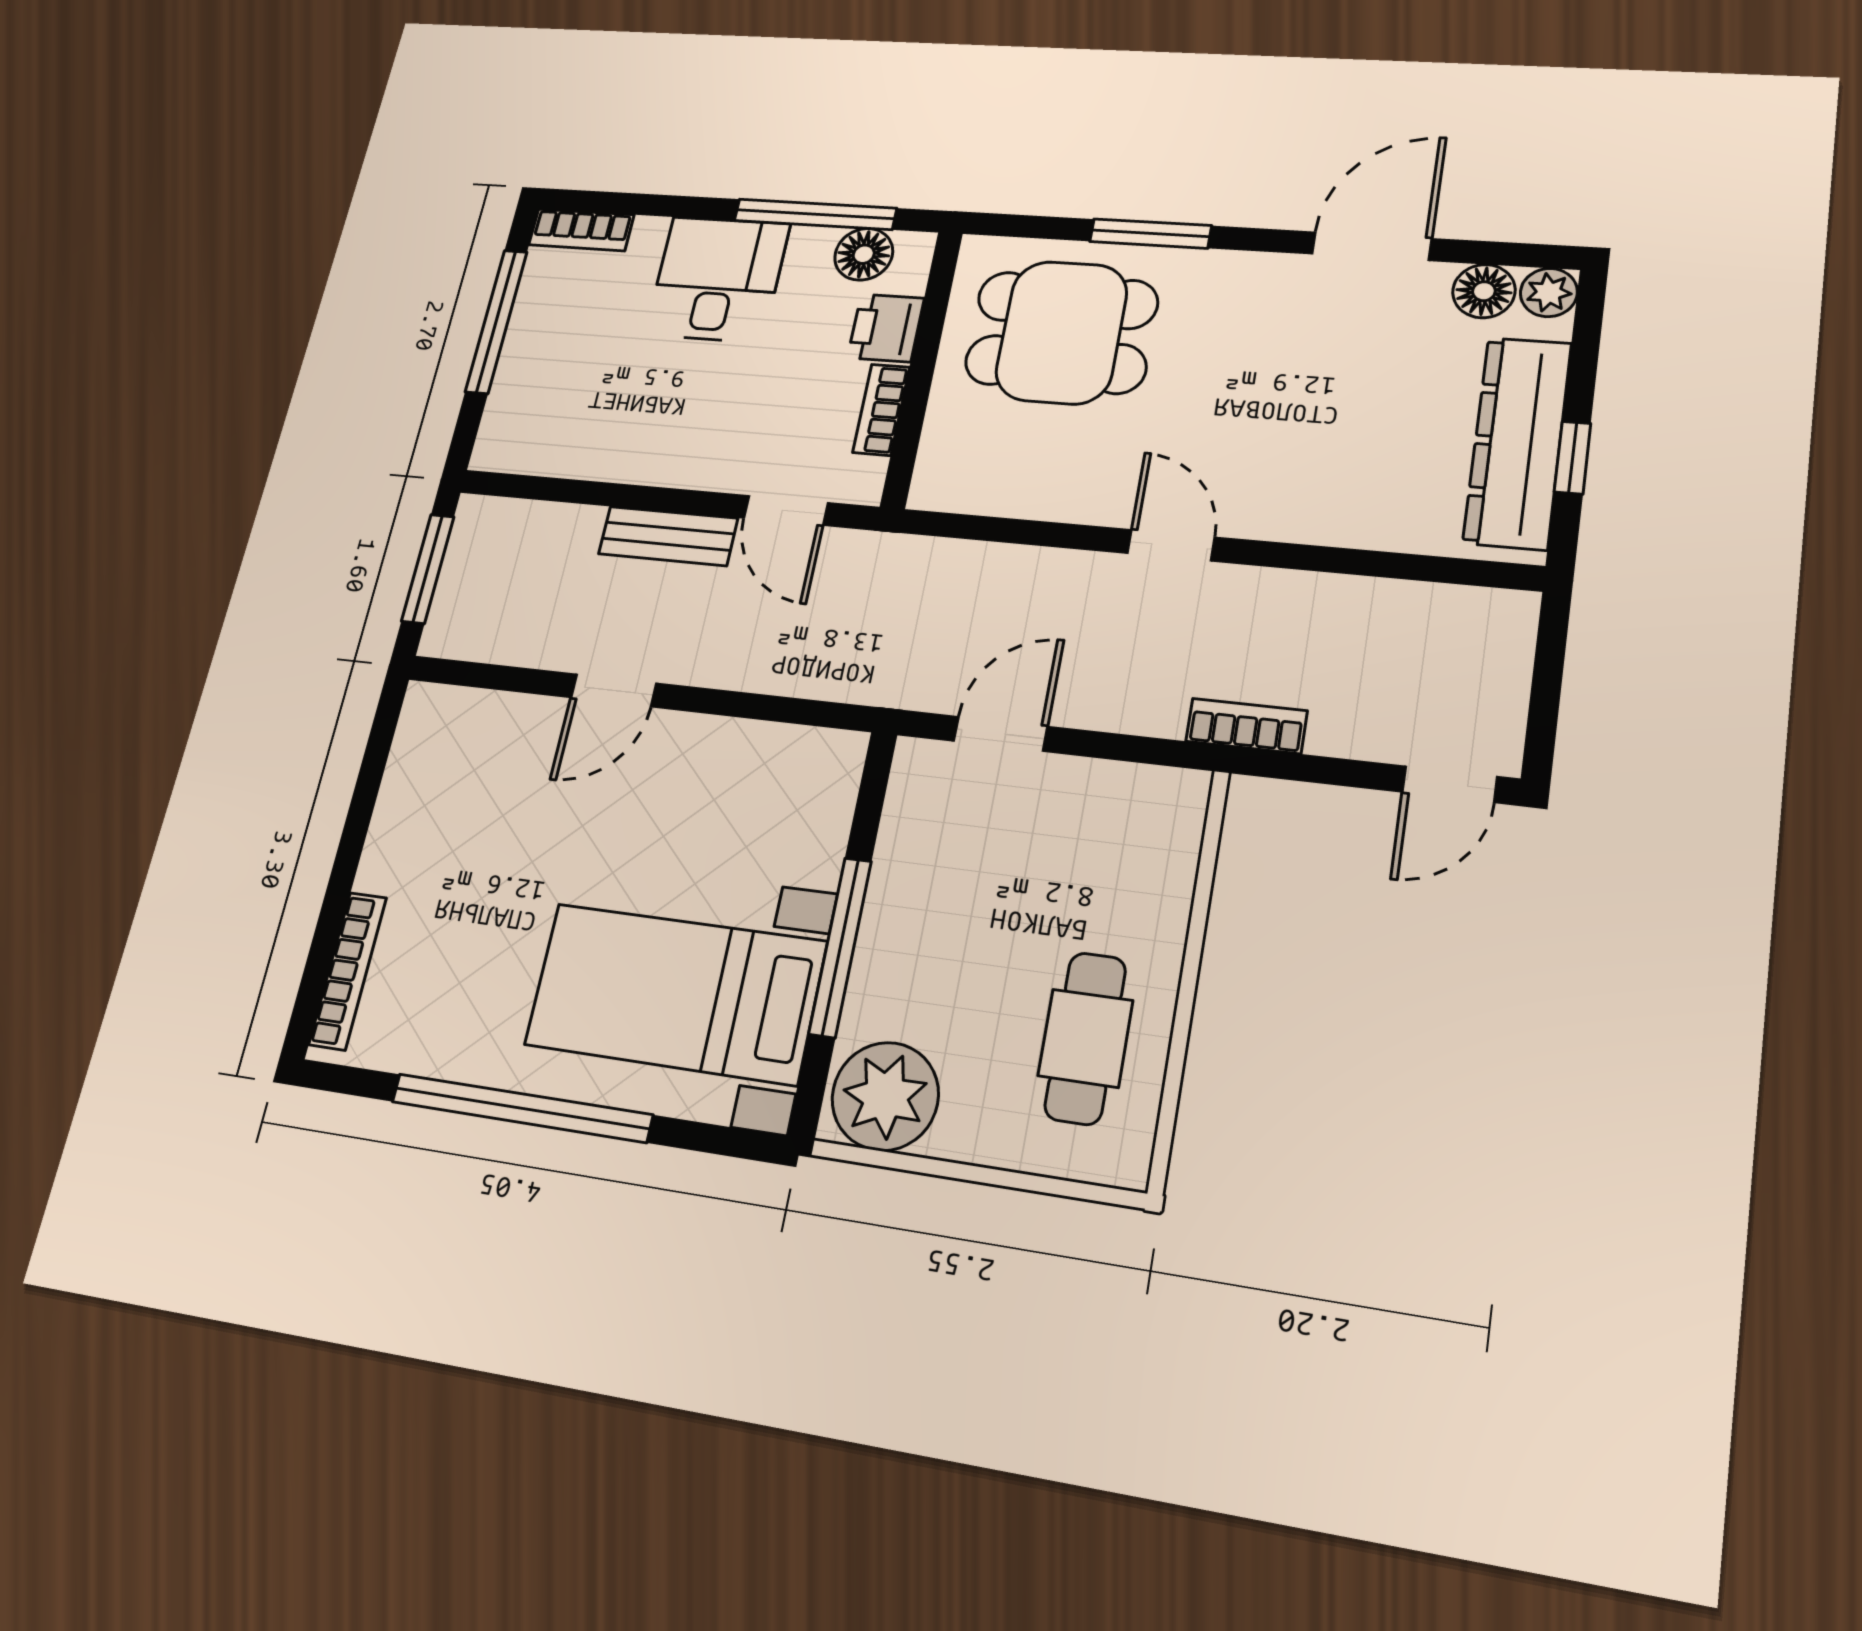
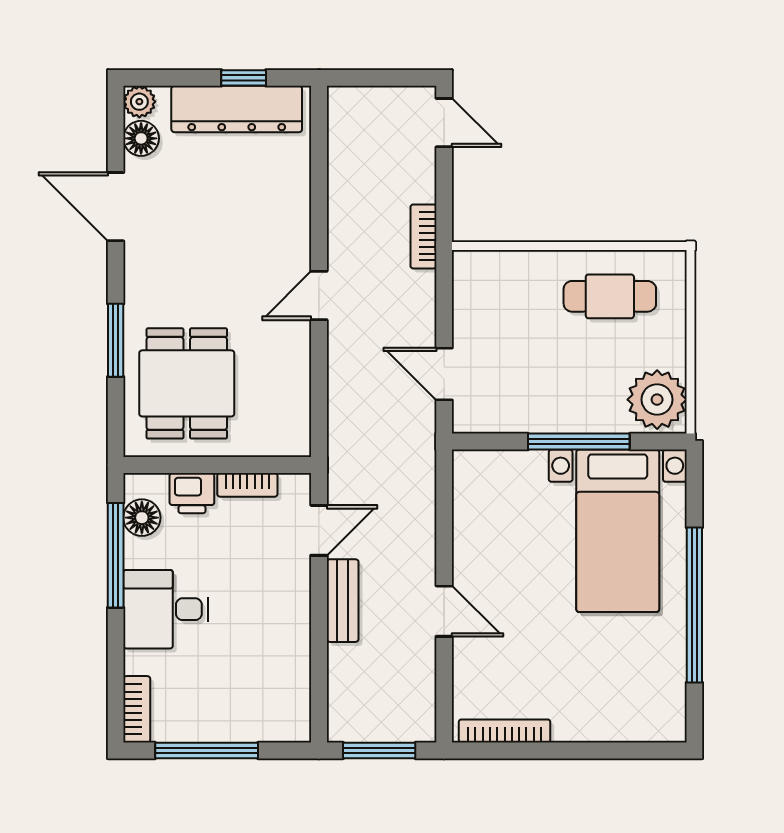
bookcase: (348, 971) -> (505, 731), moved

